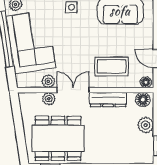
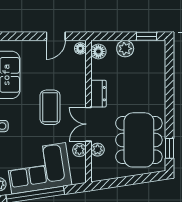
coffee table: (111, 67) -> (50, 107), moved
dresser: (108, 100) -> (98, 94), width x0.70

